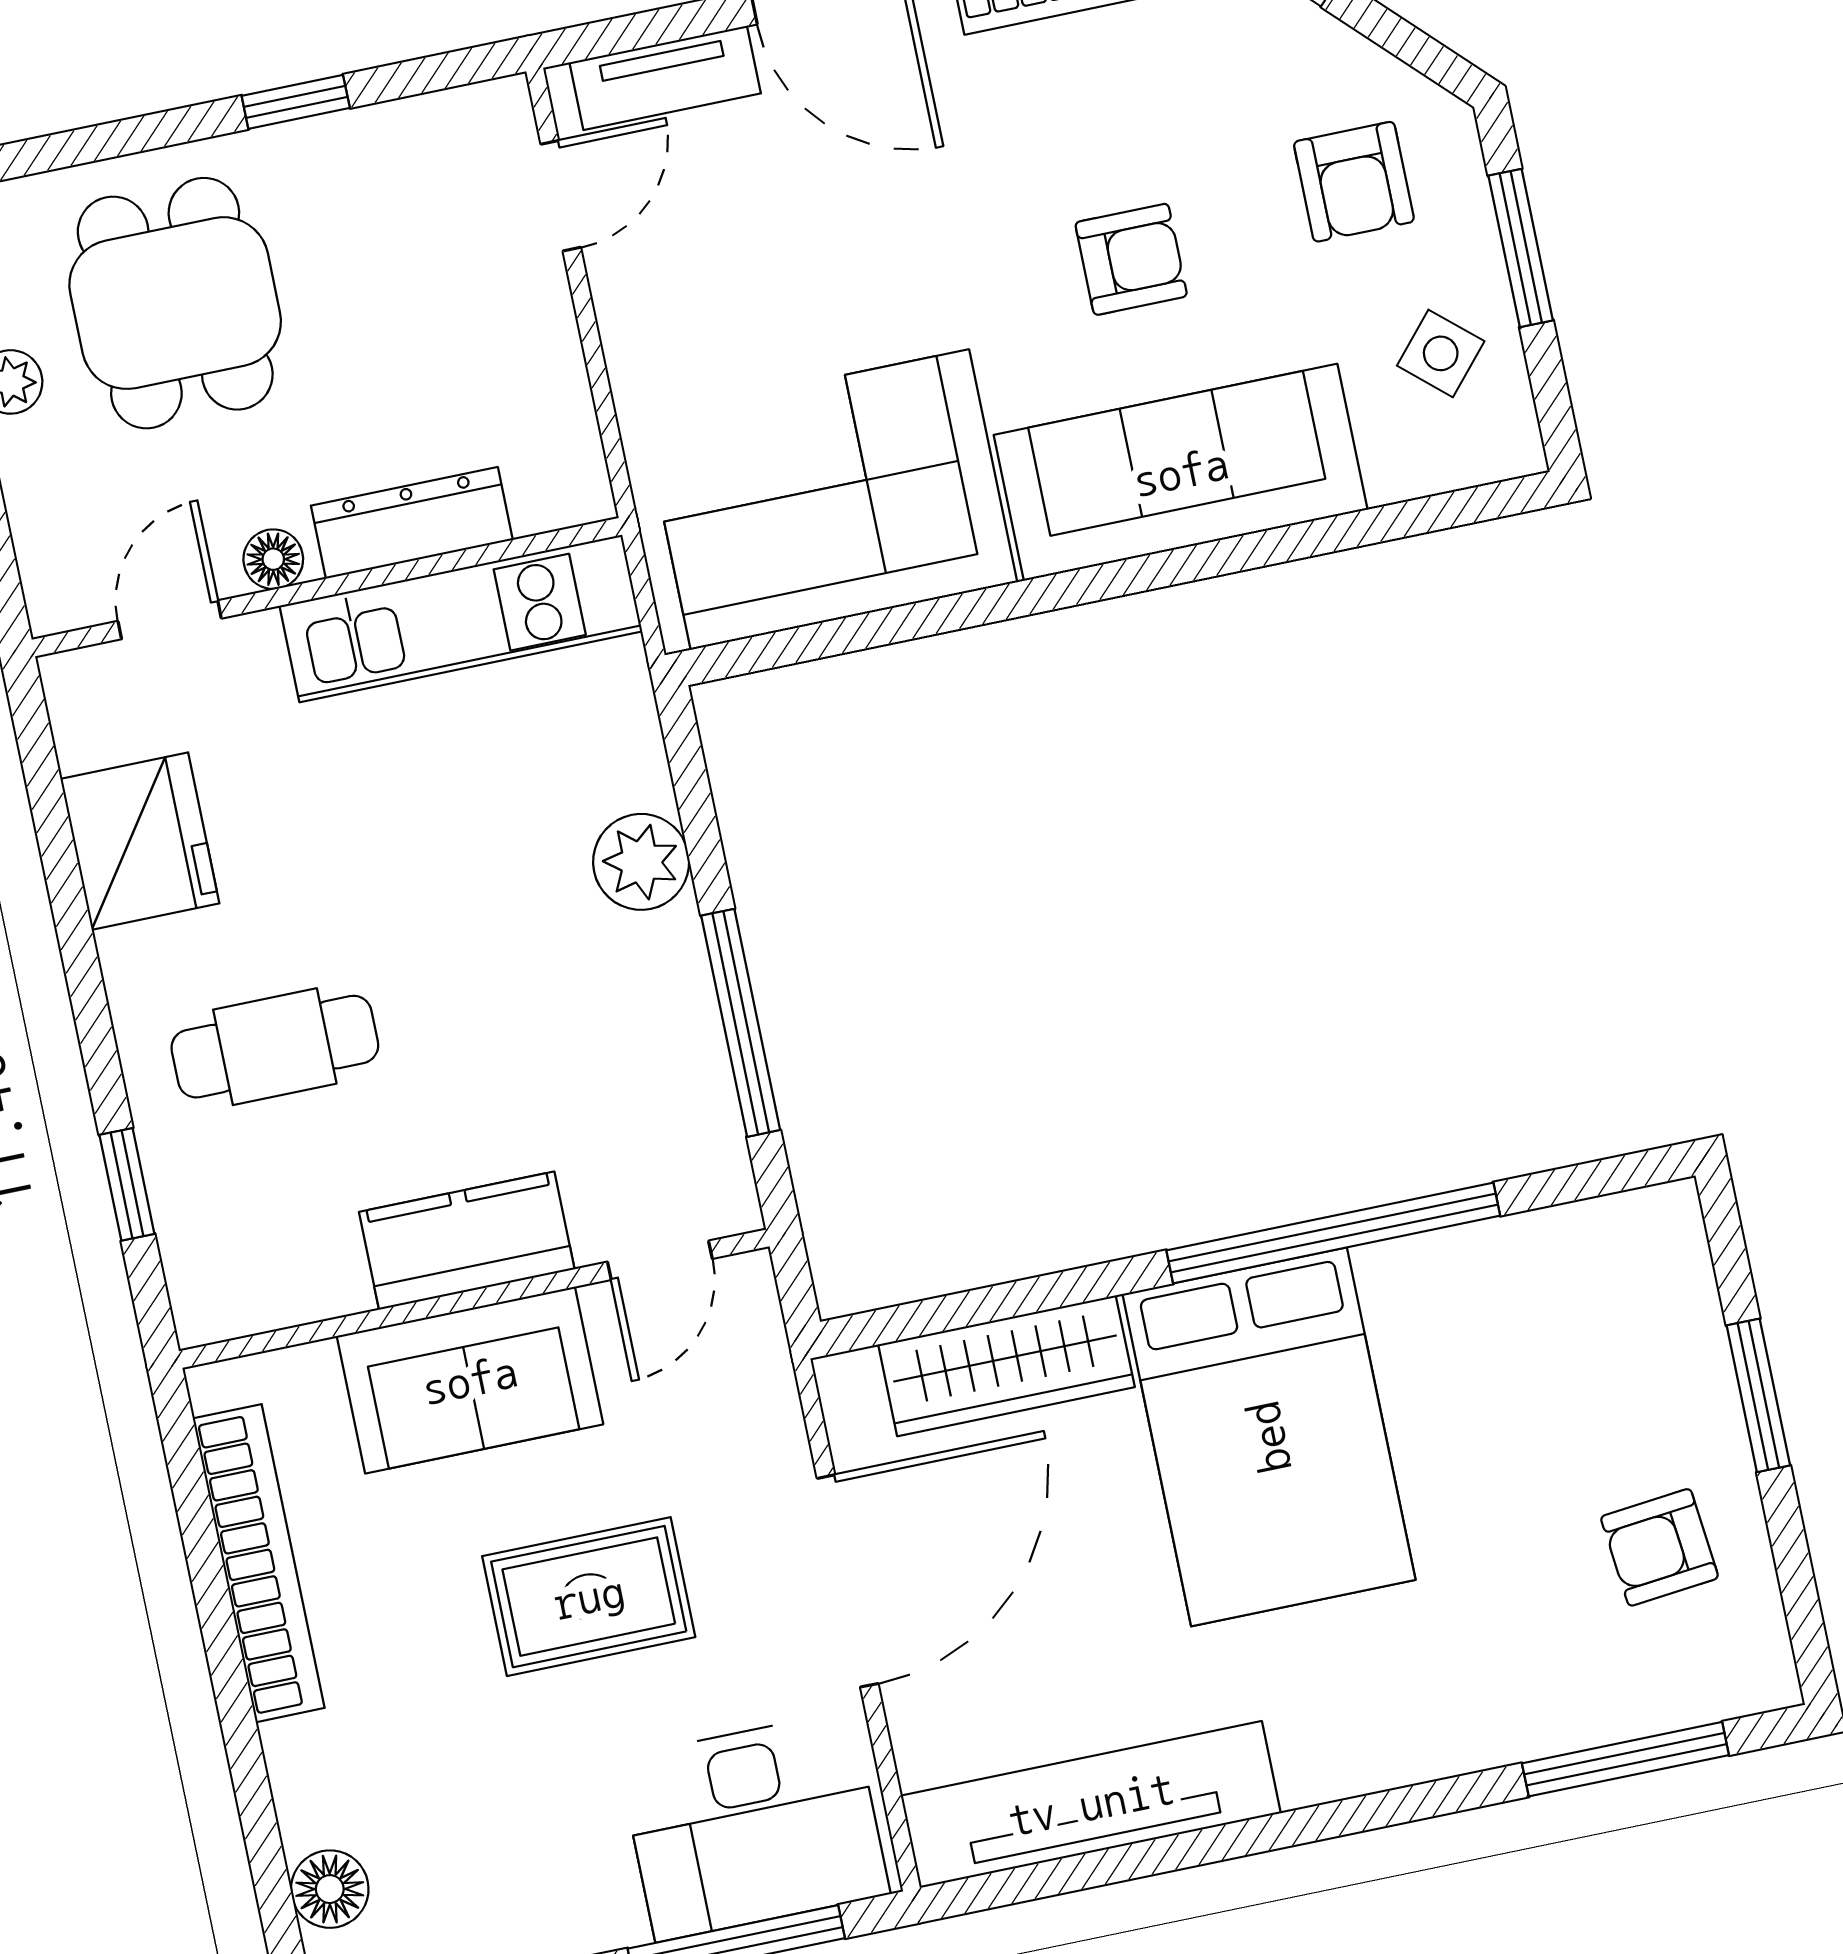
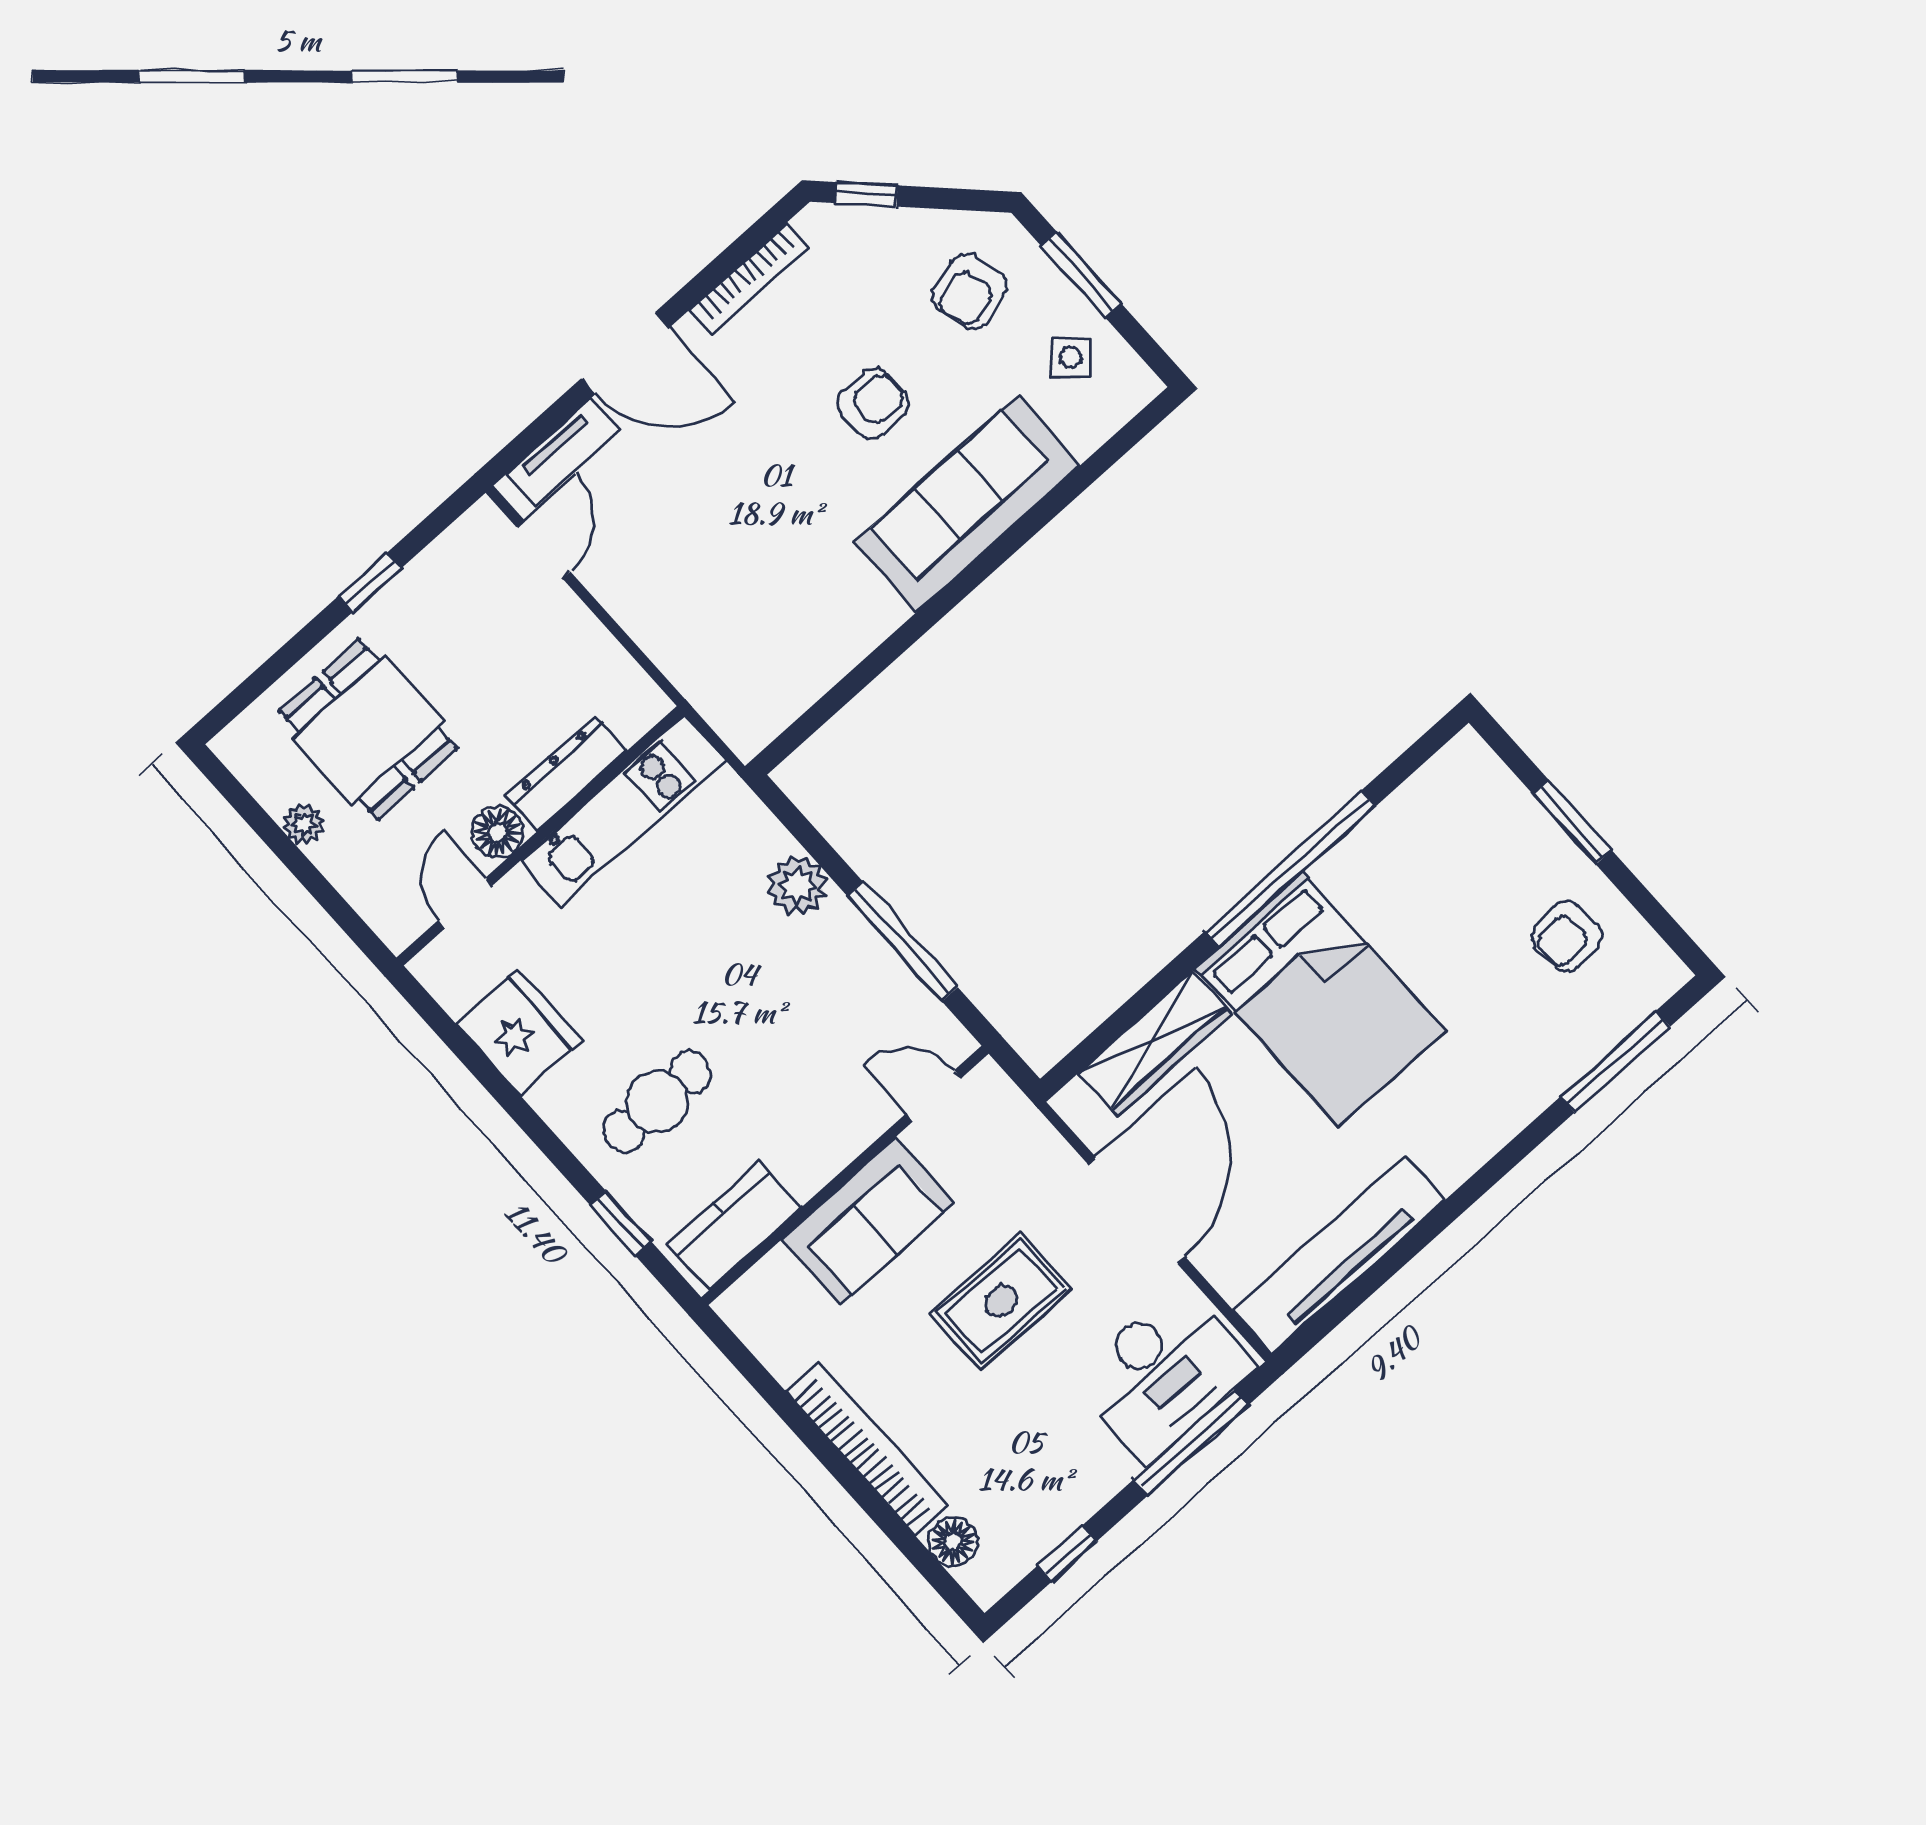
armchair: (1354, 182) -> (970, 291), turned 74
corner sofa: (830, 500) -> (785, 629), removed
floor lamp: (273, 559) -> (498, 832), width x1.37, depth x1.37
kitchen counter: (467, 1241) -> (734, 1225), moved
door: (660, 1260) -> (934, 1096), swing flipped
bookcase: (259, 1563) -> (867, 1449), moved

